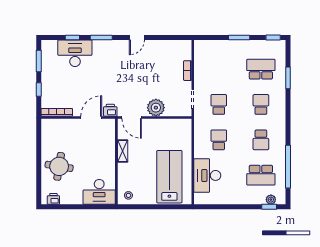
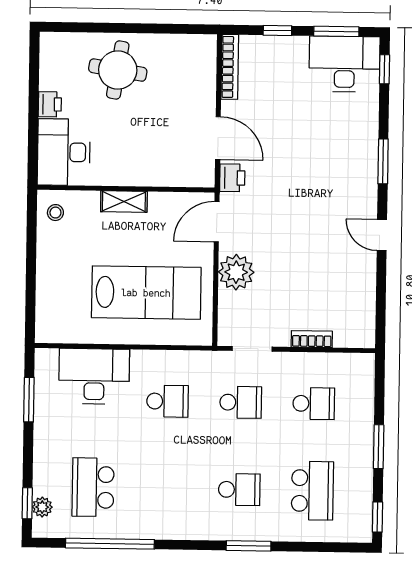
window: (72, 38) -> (384, 69), moved
desk: (75, 53) -> (344, 64), moved, turned -90
window: (288, 78) -> (249, 546), moved
school desk: (261, 140) -> (314, 404), moved, turned 180
shelving: (123, 151) -> (124, 202), moved
lab bench: (169, 177) -> (146, 293), moved
printer: (53, 199) -> (50, 104), moved
window: (219, 207) -> (29, 400), added

